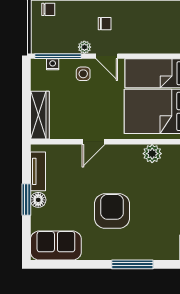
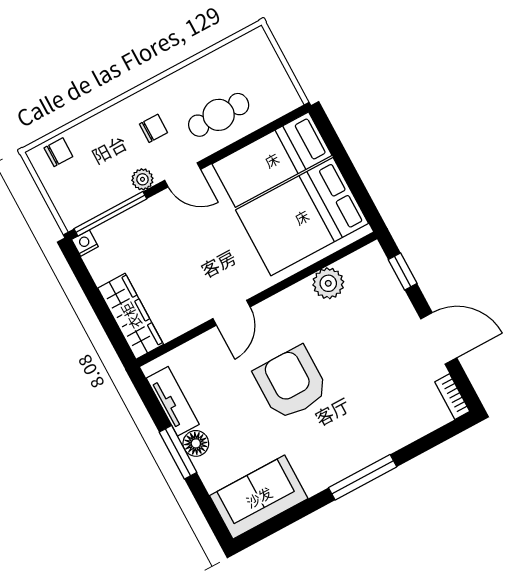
cafe table: (142, 35) -> (219, 115), added
nightstand: (53, 64) -> (85, 243), moved
side table: (83, 74) -> (162, 220), removed
armchair: (112, 211) -> (291, 383), moved
window: (132, 264) -> (363, 477), moved

